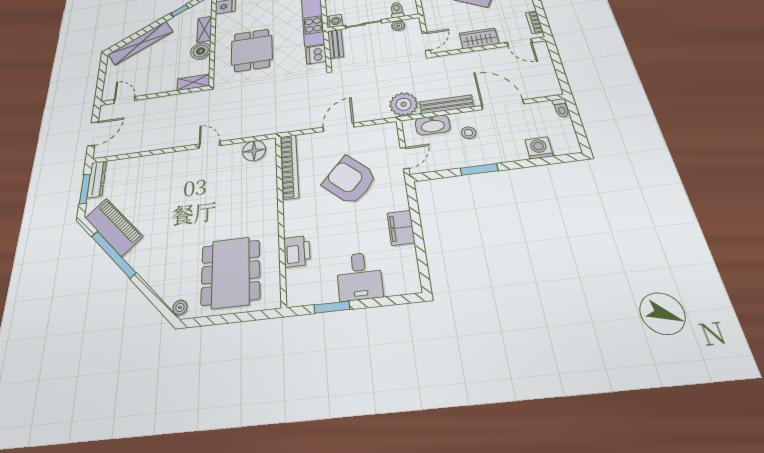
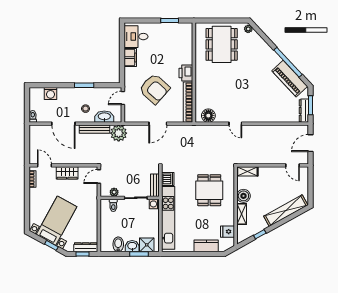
printer: (297, 251) -> (186, 73), moved
desk: (359, 276) -> (136, 37), moved, turned -90

